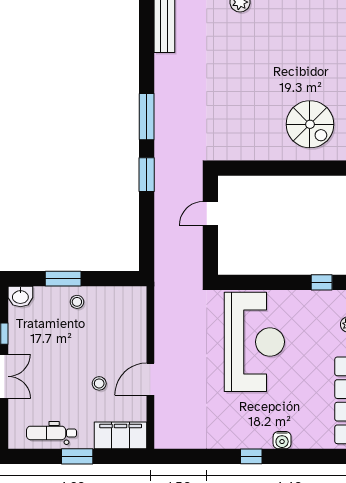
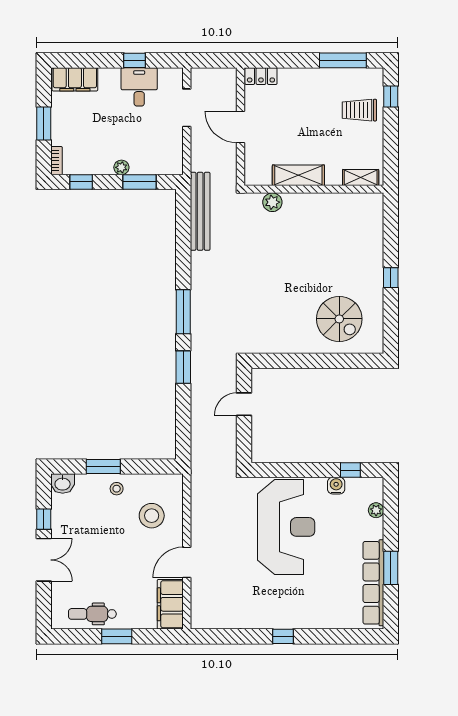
stool: (99, 383) -> (152, 516), moved, width x1.89, depth x1.89
filing cabinet: (121, 435) -> (170, 604), moved, turned -90
water cooler: (282, 440) -> (336, 486), moved, turned 180

